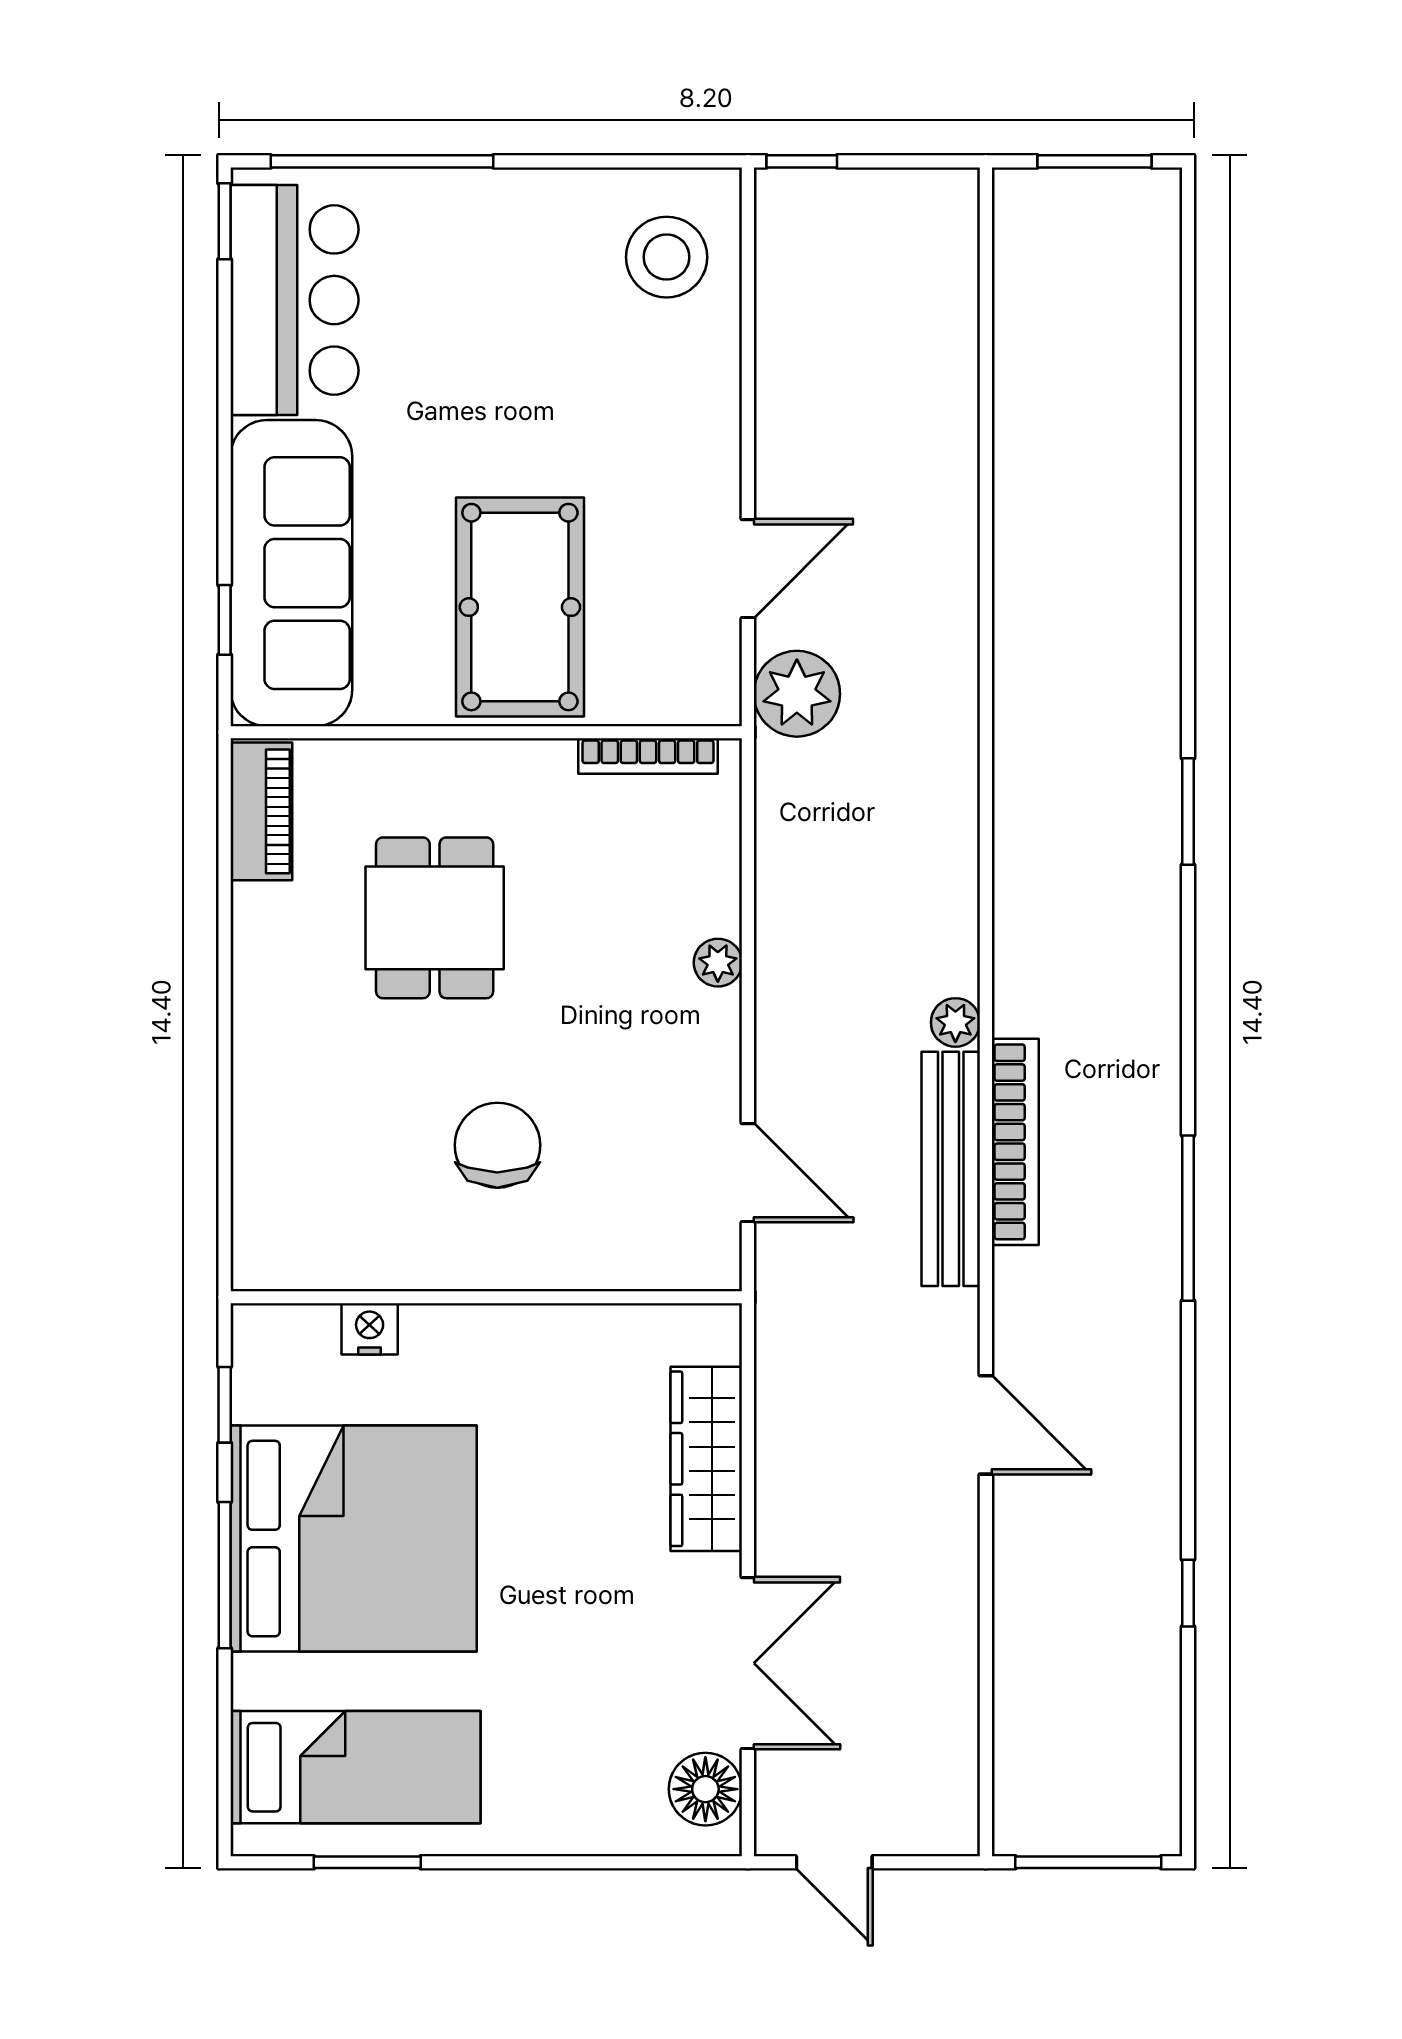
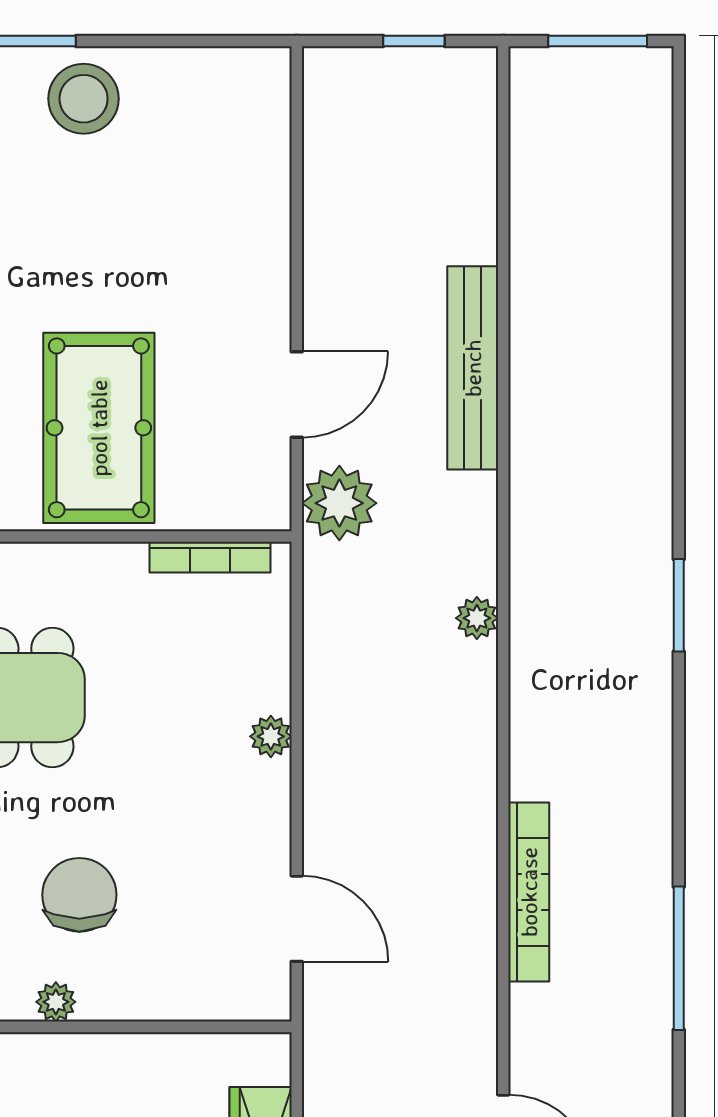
window: (802, 161) -> (414, 41), moved
stool: (667, 257) -> (84, 99), moved
plant: (955, 1022) -> (477, 618), moved
bench: (951, 1169) -> (473, 368), moved
plant: (470, 1268) -> (56, 1002), added

